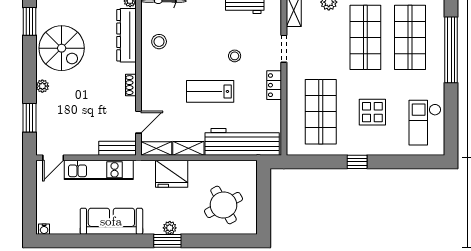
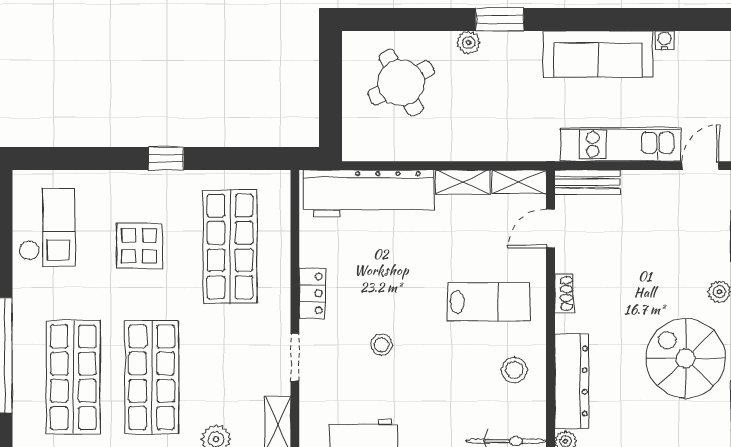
lab bench: (210, 91) -> (489, 302), moved
fridge: (172, 174) -> (492, 138), removed
plant: (170, 228) -> (468, 43), moved
water cooler: (44, 229) -> (665, 40), moved

